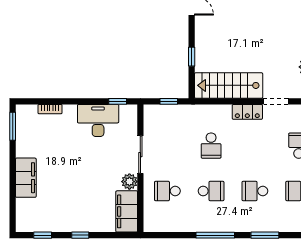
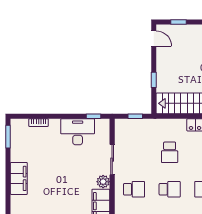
school desk: (167, 191) -> (134, 189), turned 180

